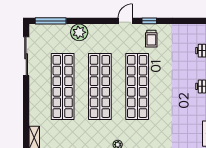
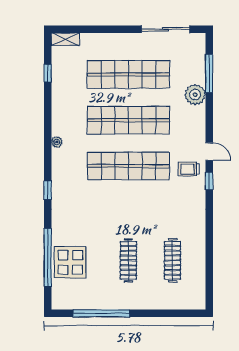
window: (51, 21) -> (209, 73), moved
trolley: (151, 39) -> (189, 169), moved

